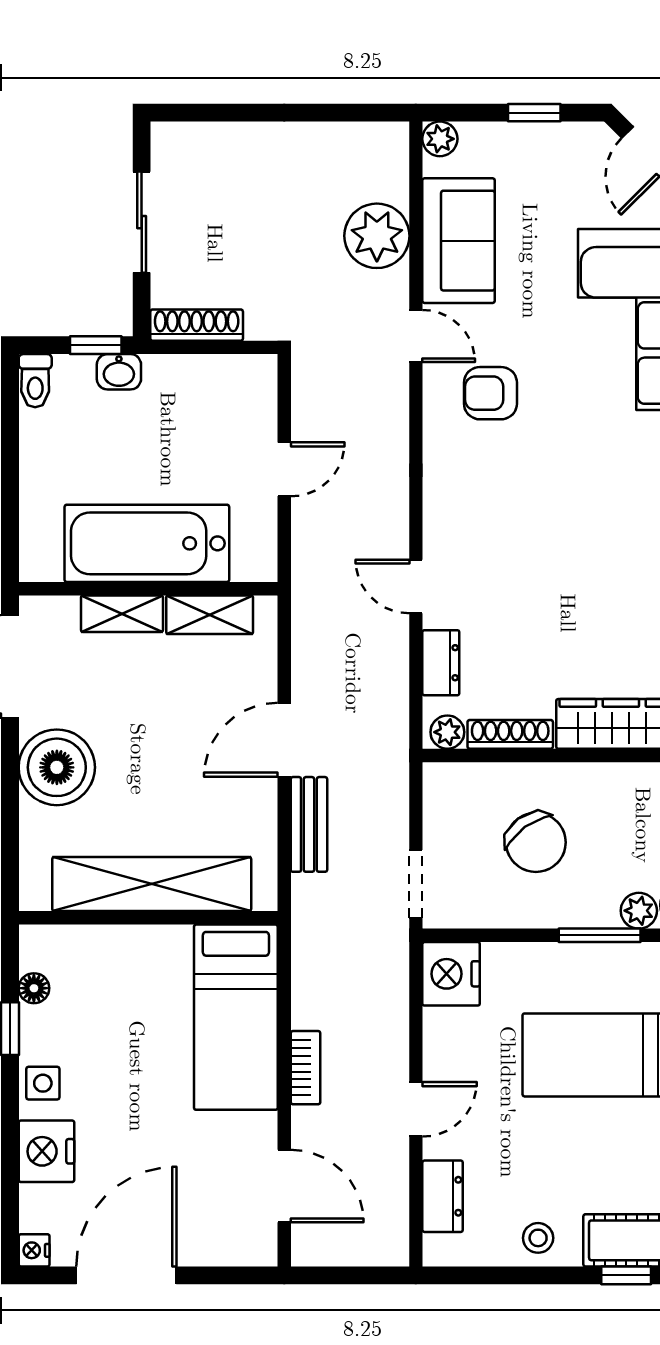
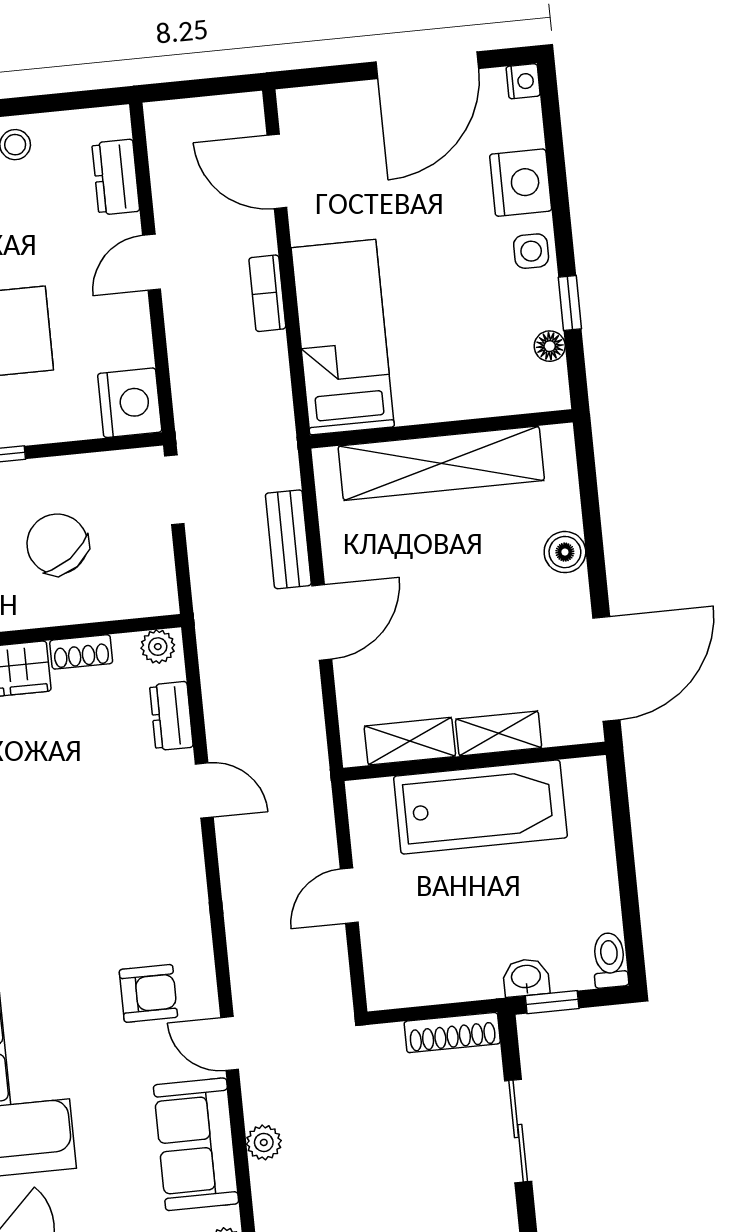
plant: (377, 236) -> (264, 1142), width x0.53, depth x0.53
shoe rack: (510, 734) -> (81, 652), width x0.70
boiler: (57, 767) -> (565, 552), width x0.54, depth x0.54

